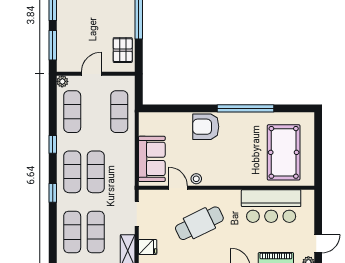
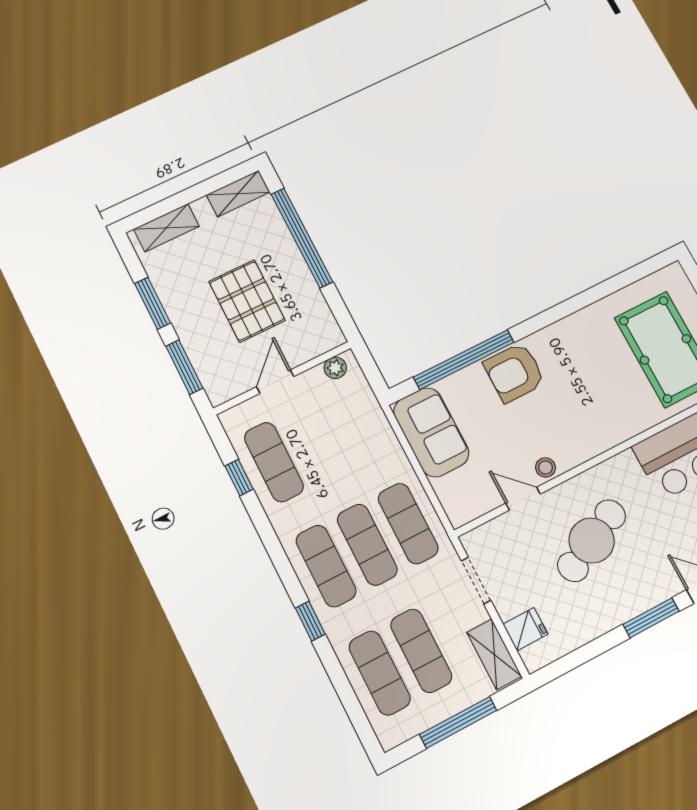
pallet: (123, 50) -> (247, 301), moved, width x1.50, depth x1.42
plant: (62, 81) -> (335, 368), moved
window: (245, 108) -> (464, 360), moved
exercise mat: (119, 112) -> (408, 523), moved
window: (53, 144) -> (239, 478), moved
sofa: (152, 159) -> (431, 432), moved

